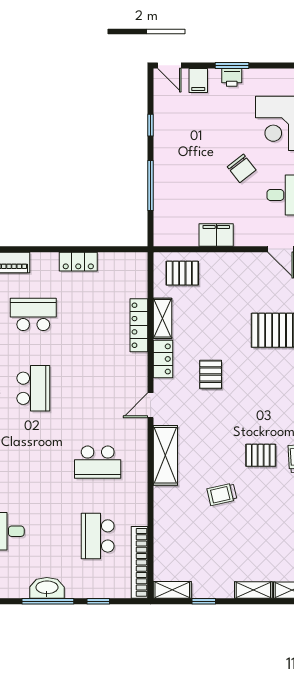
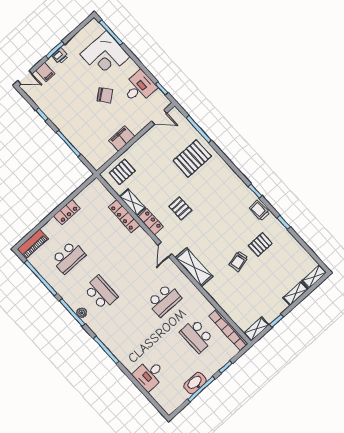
school desk: (33, 314) -> (68, 257), turned 180
pallet: (261, 455) -> (260, 244), moved

